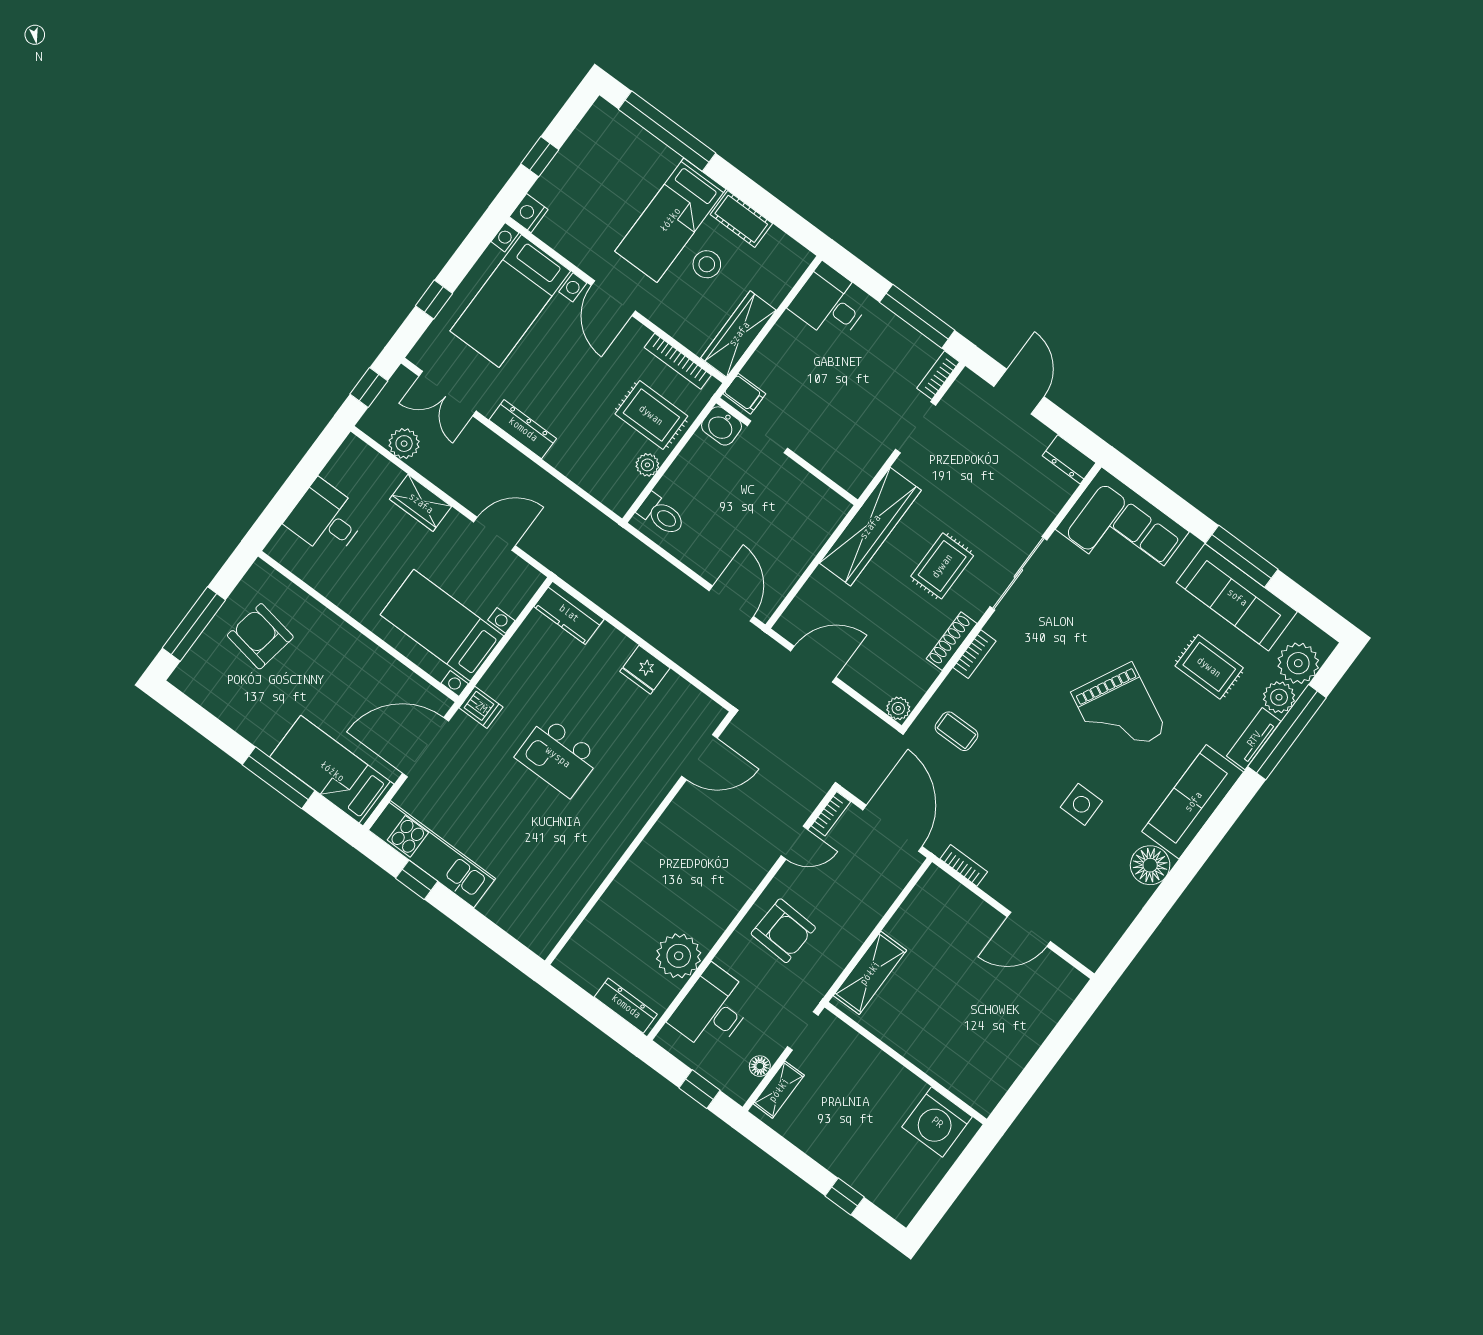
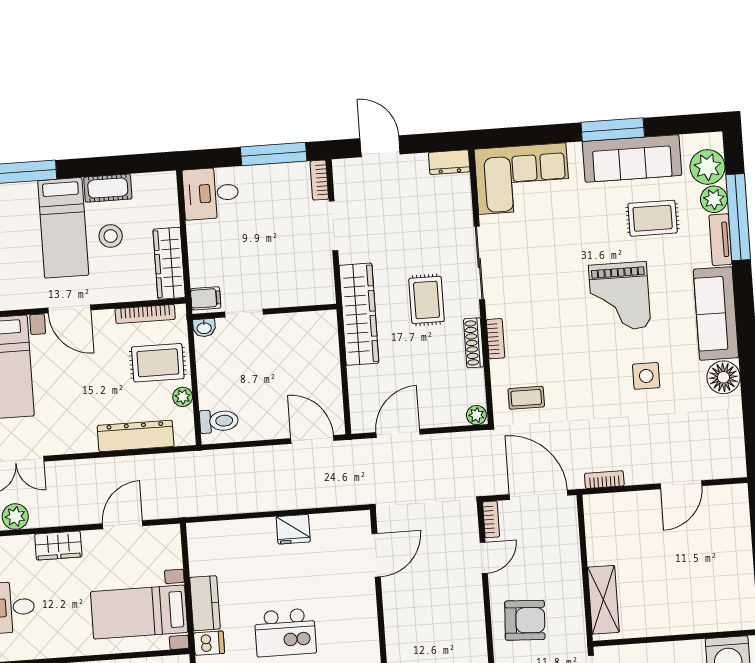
washbasin: (721, 426) -> (204, 328), width x0.72, depth x0.69
dresser: (523, 429) -> (136, 436), moved, width x1.37, depth x1.24
kitchen counter: (569, 613) -> (205, 603), moved, turned -90
grand piano: (1119, 712) -> (620, 297), turned 63

